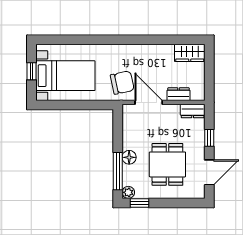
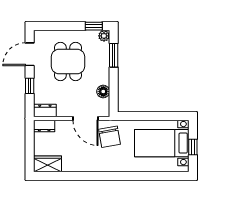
chair: (122, 83) -> (110, 137), turned -88
dresser: (178, 94) -> (44, 126), moved
floor lamp: (129, 157) -> (103, 92), moved
window: (118, 171) -> (114, 55), width x0.69

